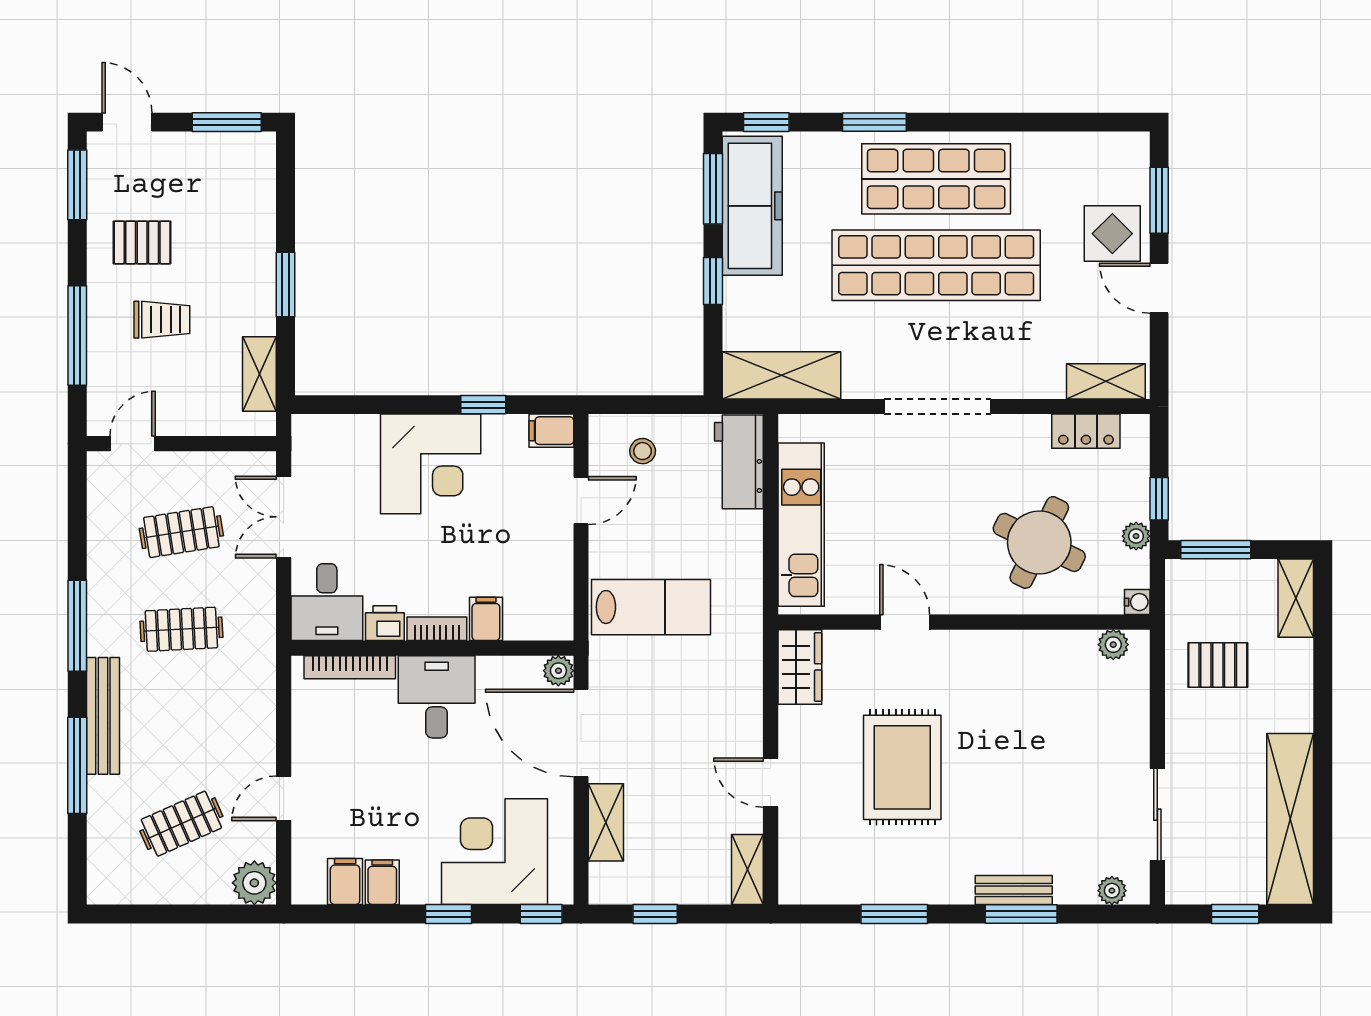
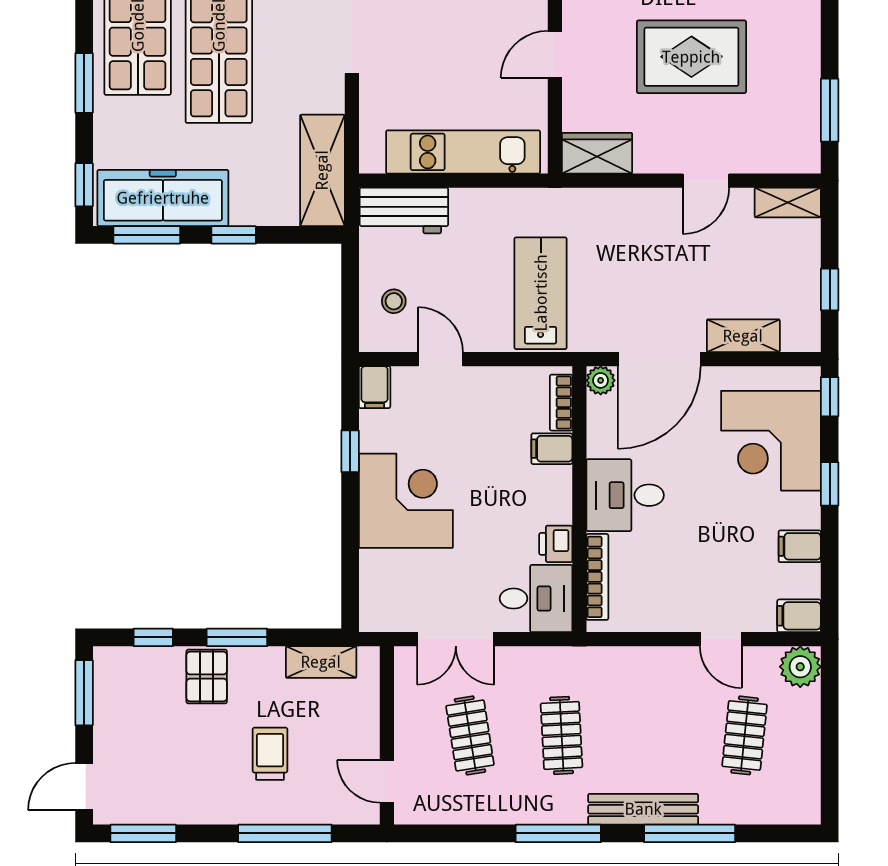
window: (285, 196) -> (153, 637), added
pallet: (142, 242) -> (207, 677), moved
bookcase: (437, 629) -> (561, 403), moved
clothes rail: (181, 824) -> (745, 735), turned 30
filing cabinet: (345, 882) -> (799, 616), moved
window: (894, 914) -> (830, 110), moved

